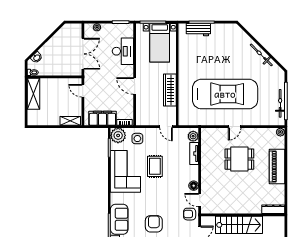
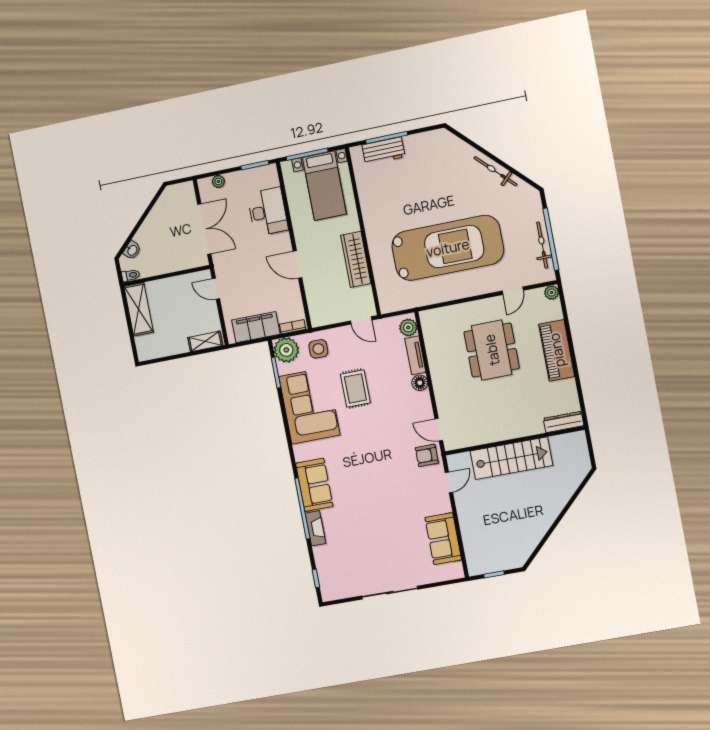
door: (235, 127) -> (513, 291), moved
dining table: (239, 159) -> (492, 350), width x1.38
floor lamp: (194, 186) -> (420, 383), moved
armchair: (154, 224) -> (372, 482), removed

